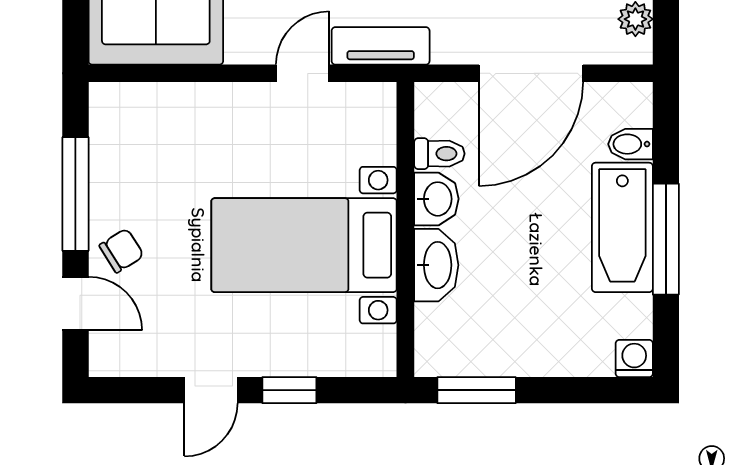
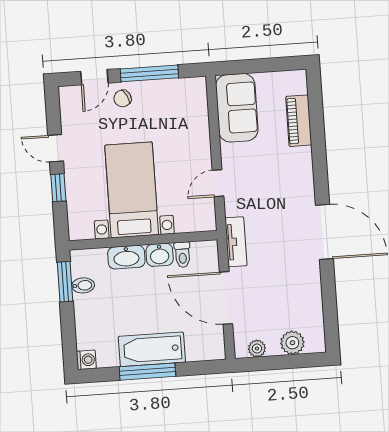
tv unit: (381, 46) -> (236, 242), moved
door: (303, 73) -> (218, 183), swing flipped
bidet: (630, 144) -> (83, 285), moved, turned 90
chair: (122, 251) -> (123, 98), turned 95

